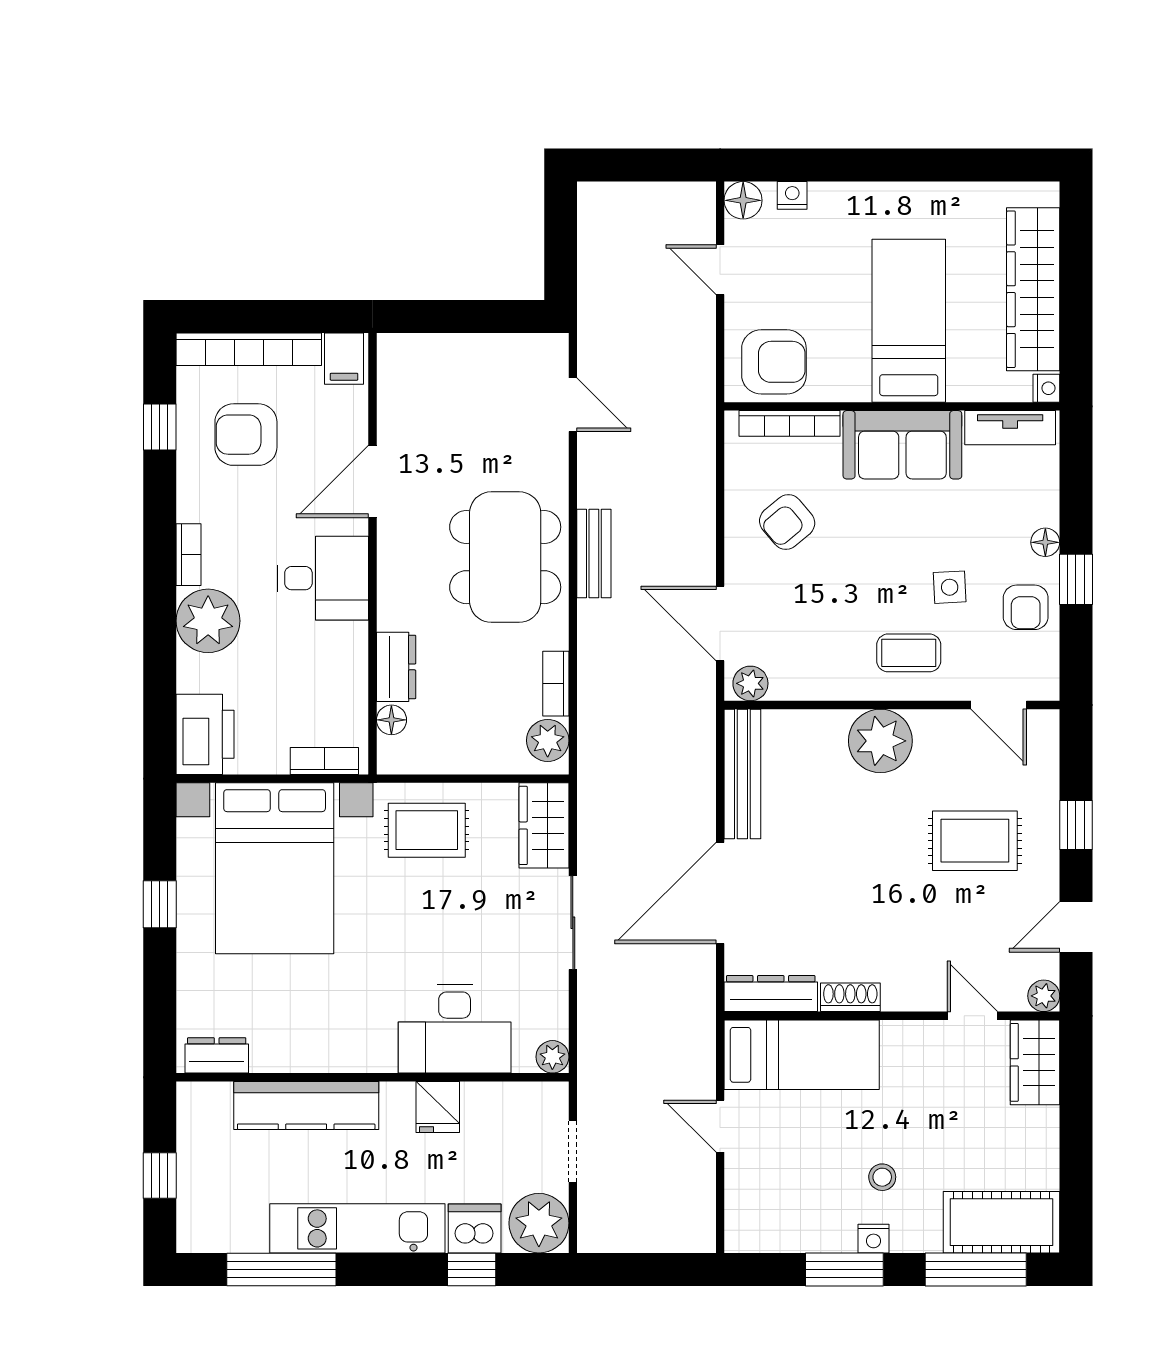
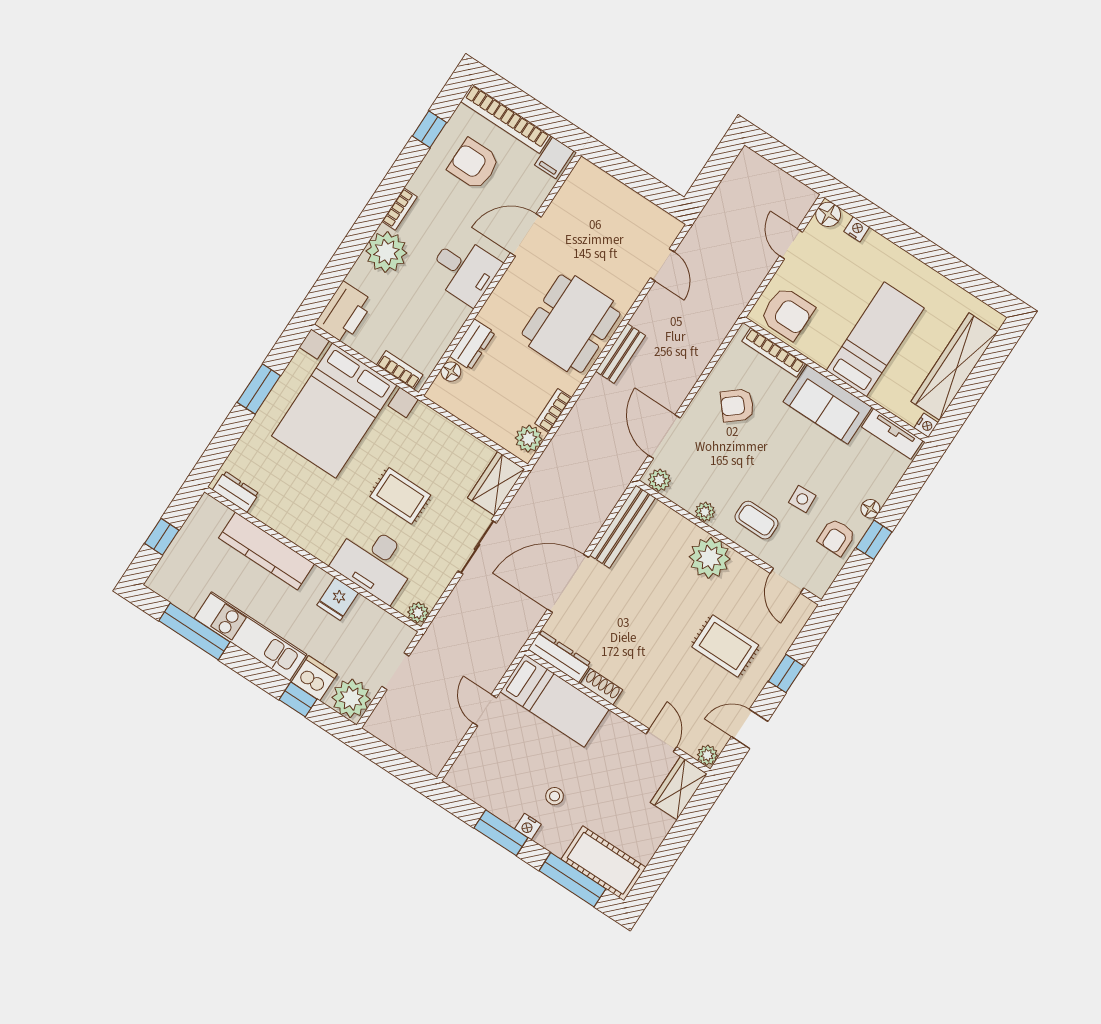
plant: (836, 686) -> (705, 512), added
rug: (427, 830) -> (400, 496), moved
window: (160, 904) -> (259, 389), width x1.50

